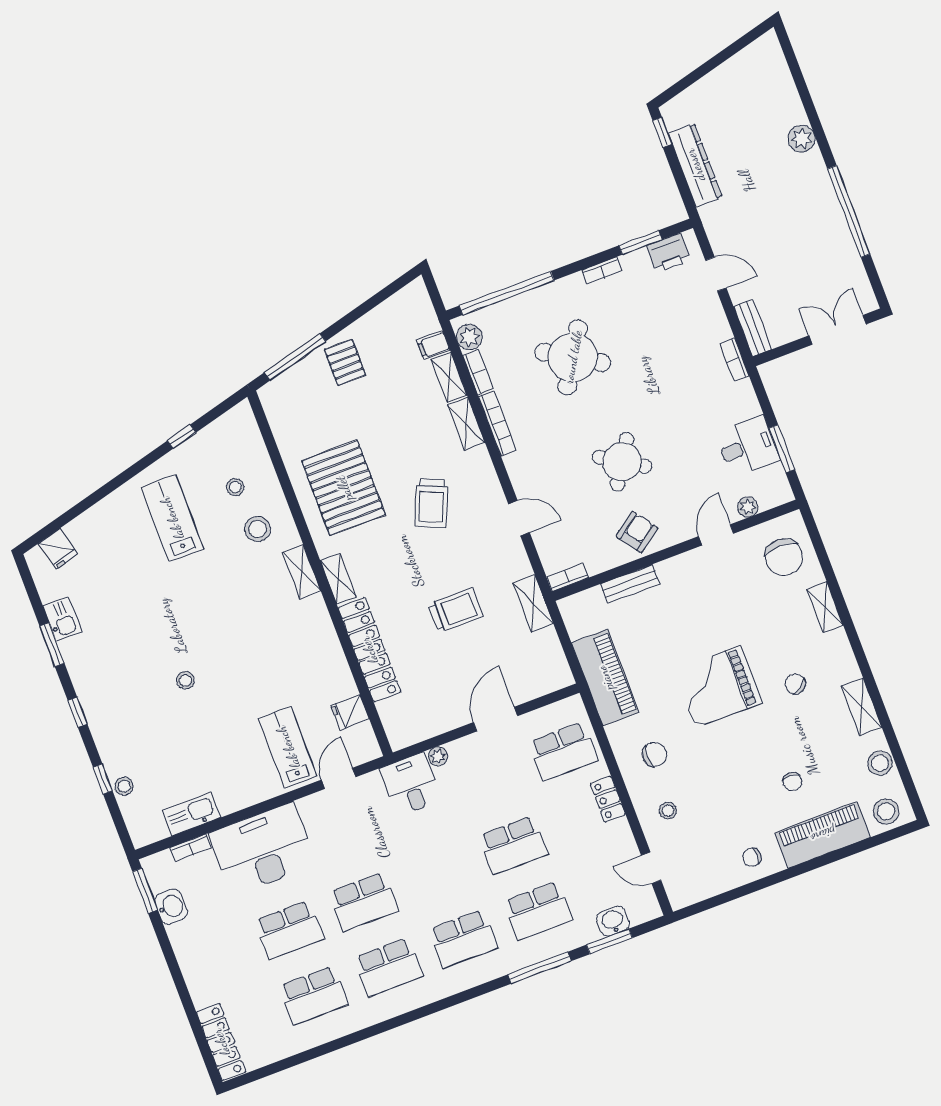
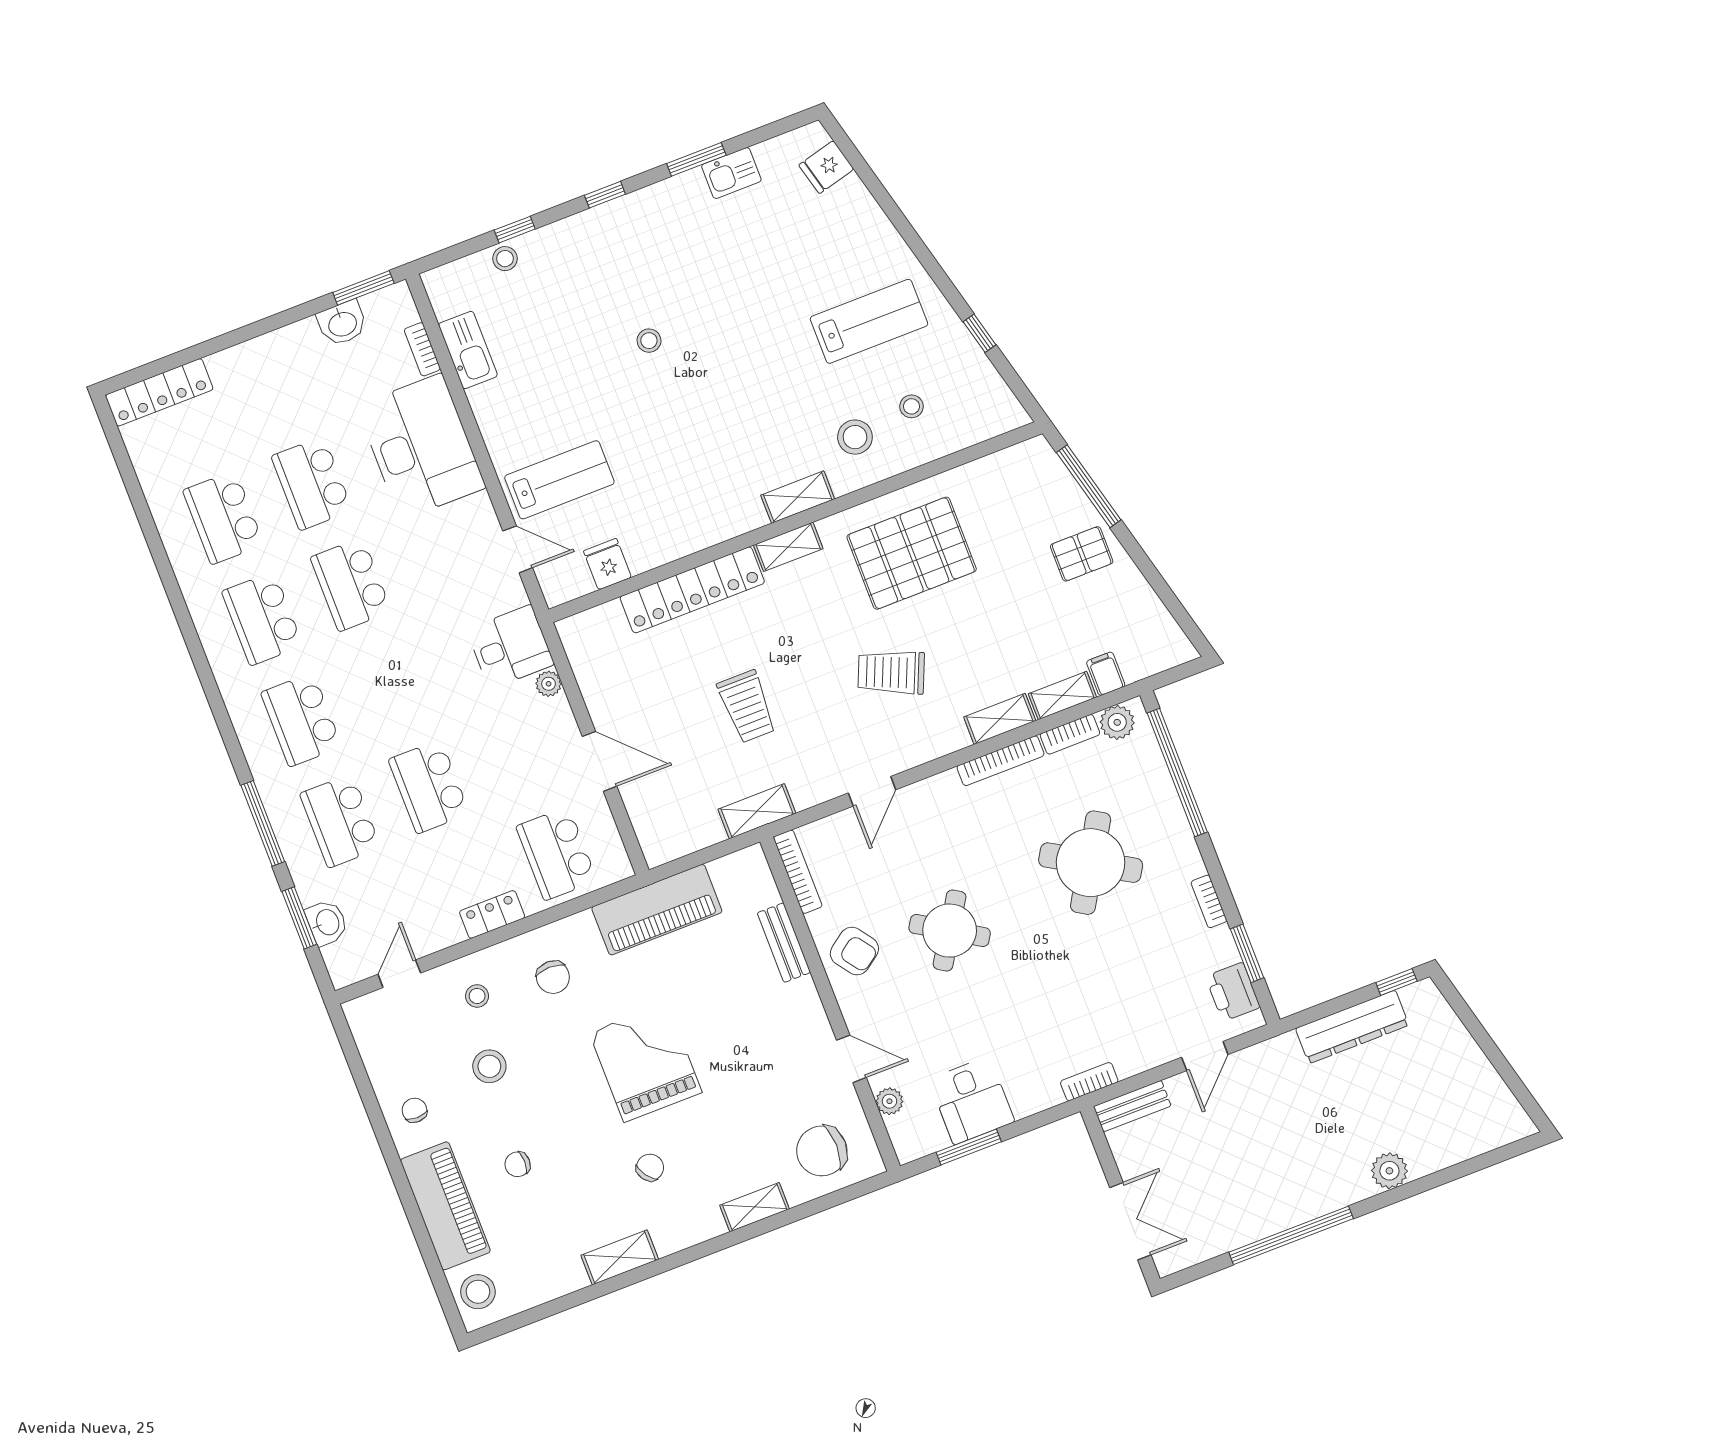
bookcase: (568, 577) -> (798, 872), width x1.56
stool: (880, 763) -> (489, 1066), moved

